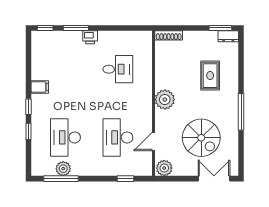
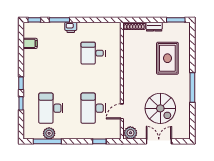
dresser: (228, 36) -> (154, 27), moved
desk: (118, 69) -> (93, 53), turned 180
rug: (210, 76) -> (167, 58), width x1.36, depth x1.43
filing cabinet: (40, 87) -> (30, 43), moved
plant: (165, 100) -> (131, 78), removed
double door: (214, 179) -> (159, 141), moved

